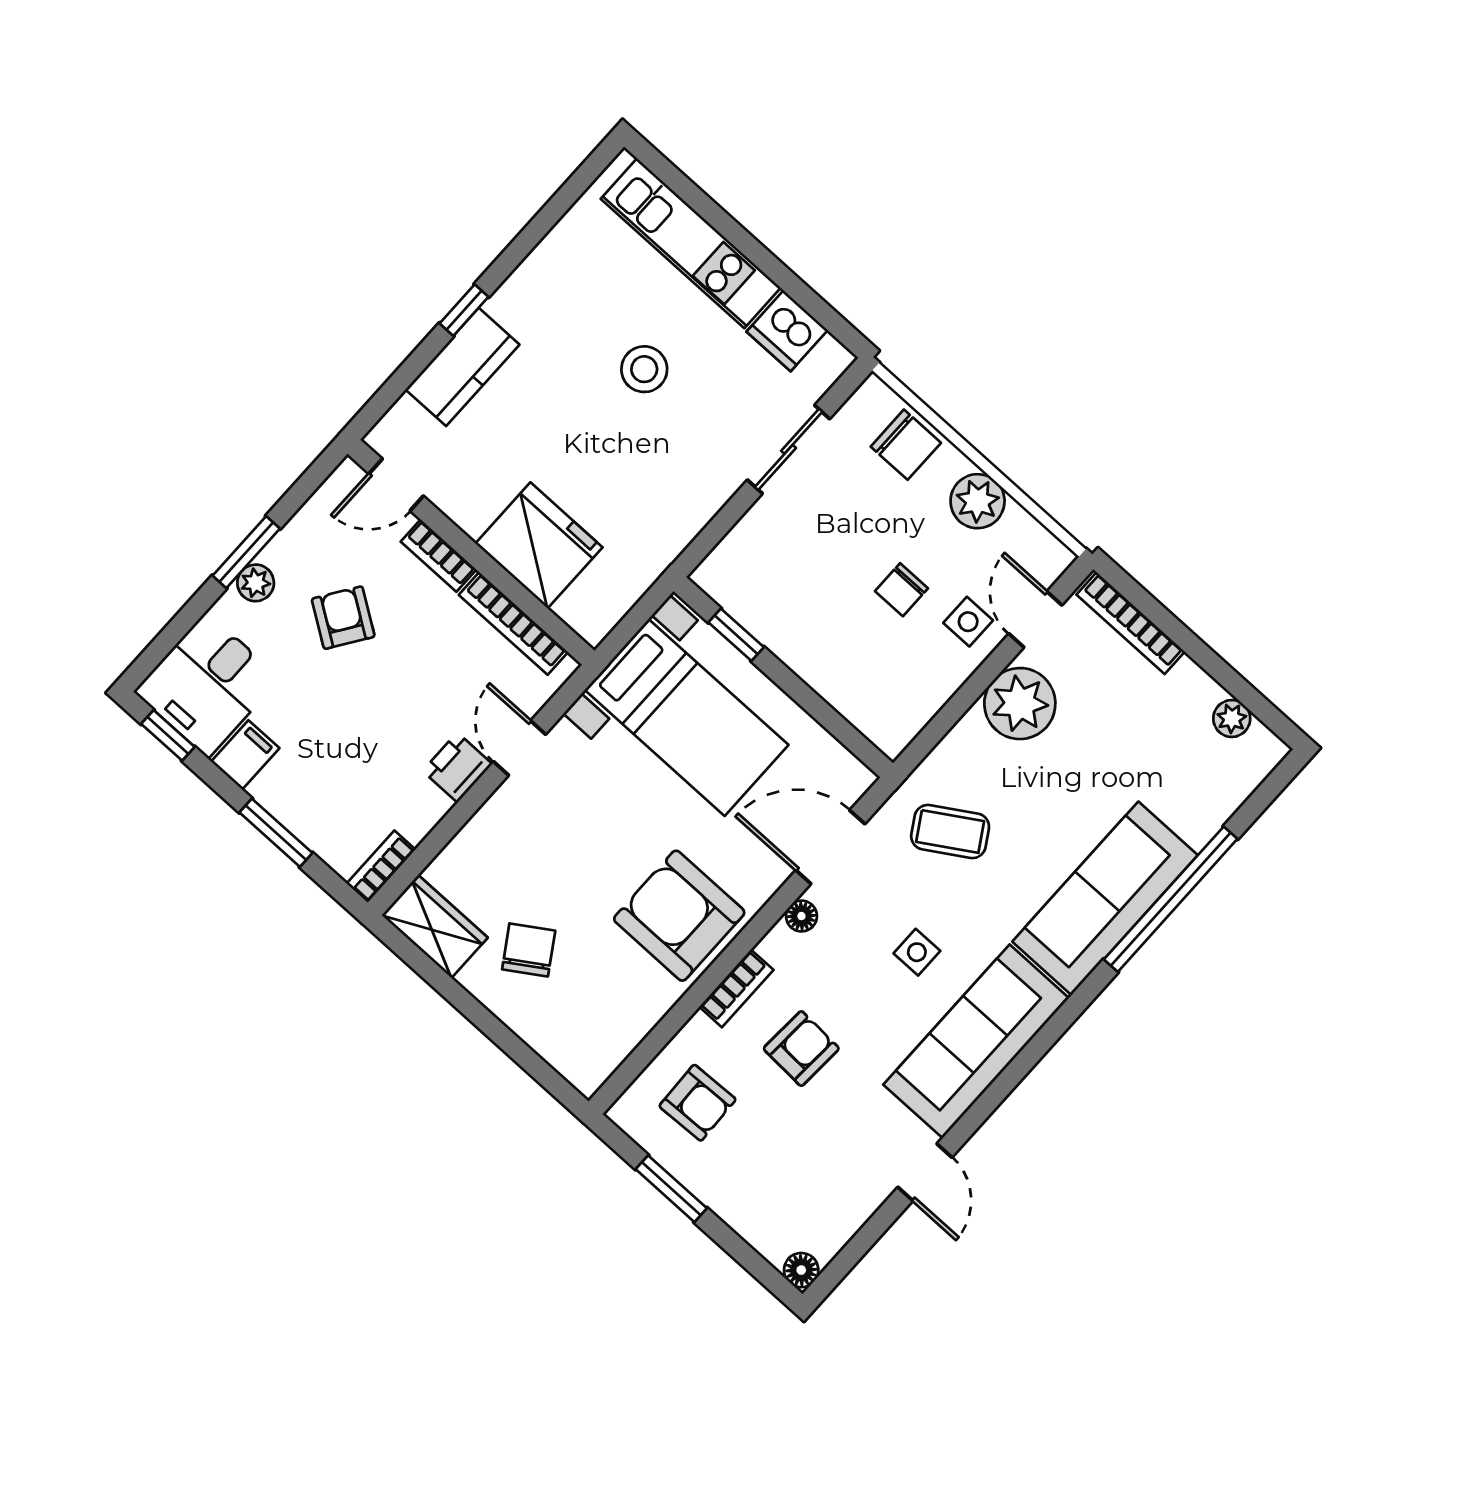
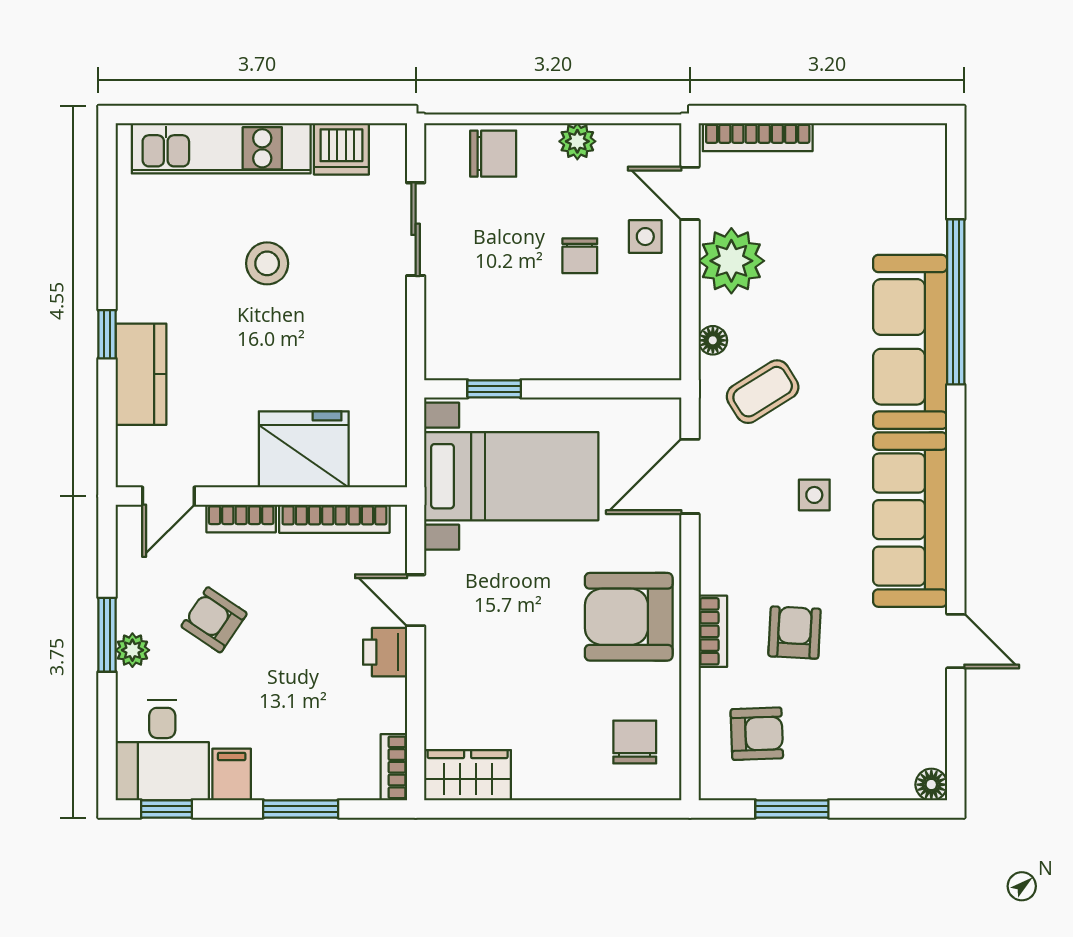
plant: (978, 501) -> (577, 141), width x0.73, depth x0.73
plant: (1232, 719) -> (886, 140), removed
floor lamp: (801, 916) -> (713, 340), moved
chair: (529, 950) -> (635, 742), moved, turned 33

